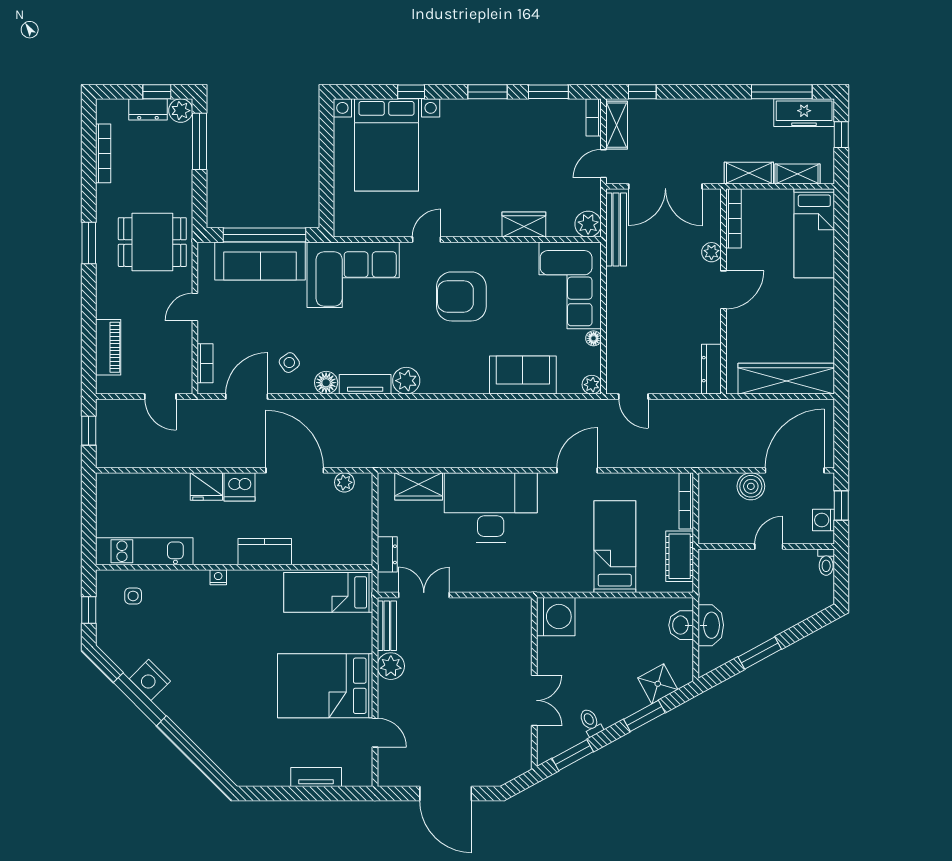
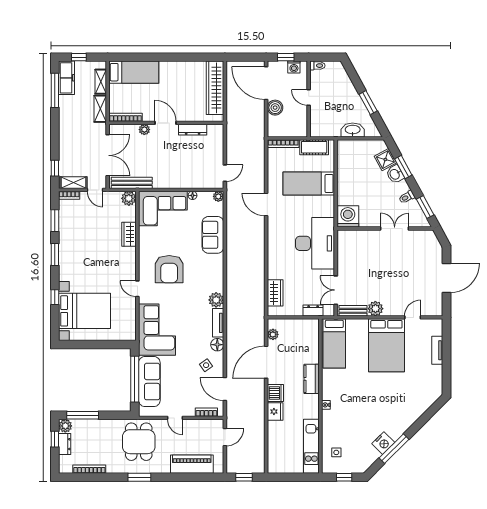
piano: (108, 347) -> (192, 464), width x1.37, depth x1.33
dresser: (711, 369) -> (193, 130), moved
desk: (491, 507) -> (315, 243), moved, turned 180
washbasin: (681, 625) -> (395, 174), moved, turned 61

